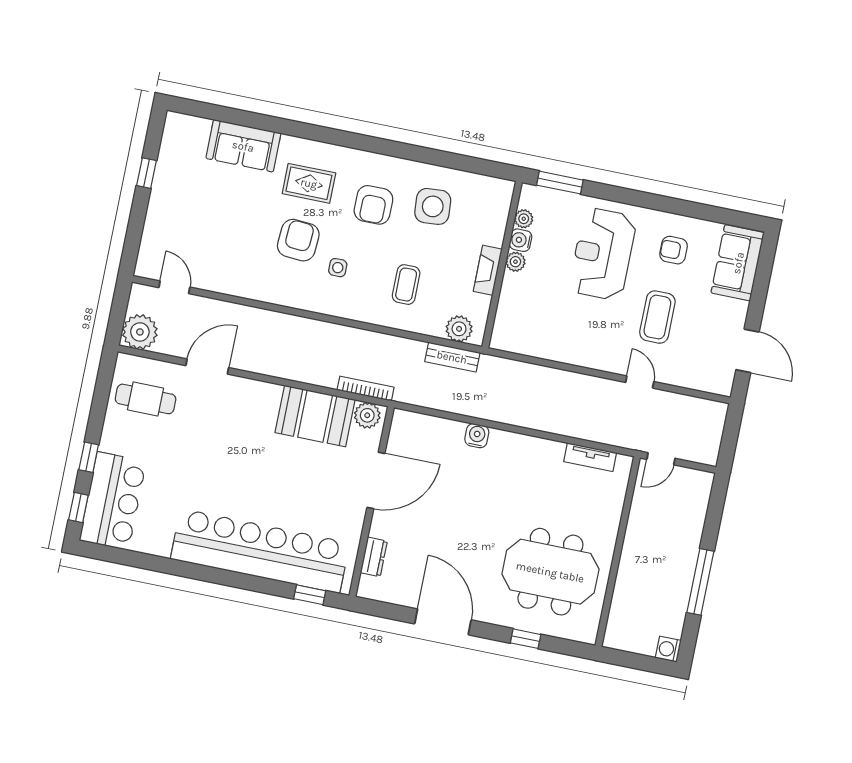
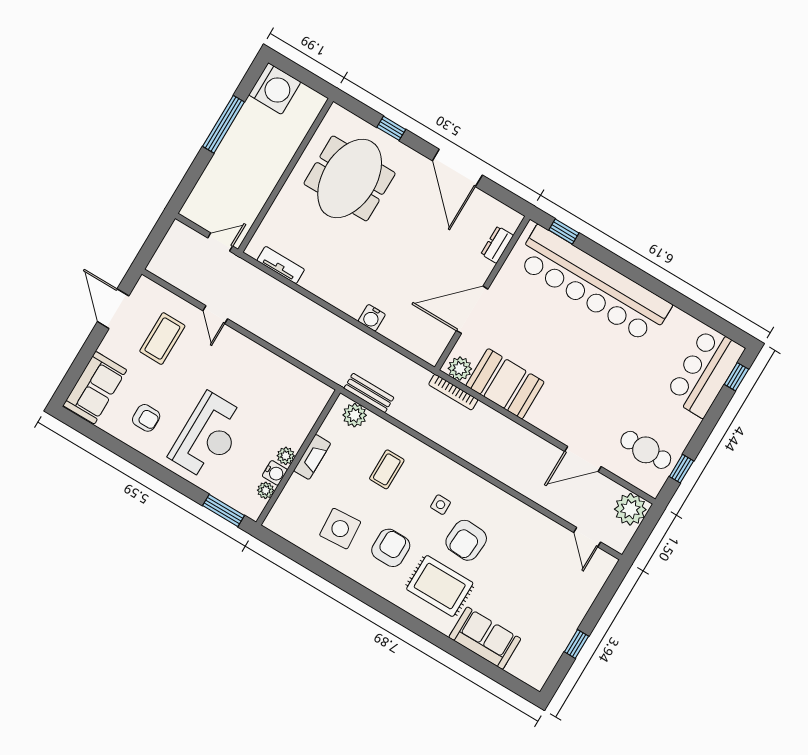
rug: (309, 183) -> (440, 586), width x1.36, depth x1.43
coffee table: (657, 317) -> (162, 339), moved
window: (89, 457) -> (681, 469), moved
meeting table: (550, 572) -> (350, 178), turned 90
washing machine: (668, 649) -> (275, 88), width x1.89, depth x1.89

